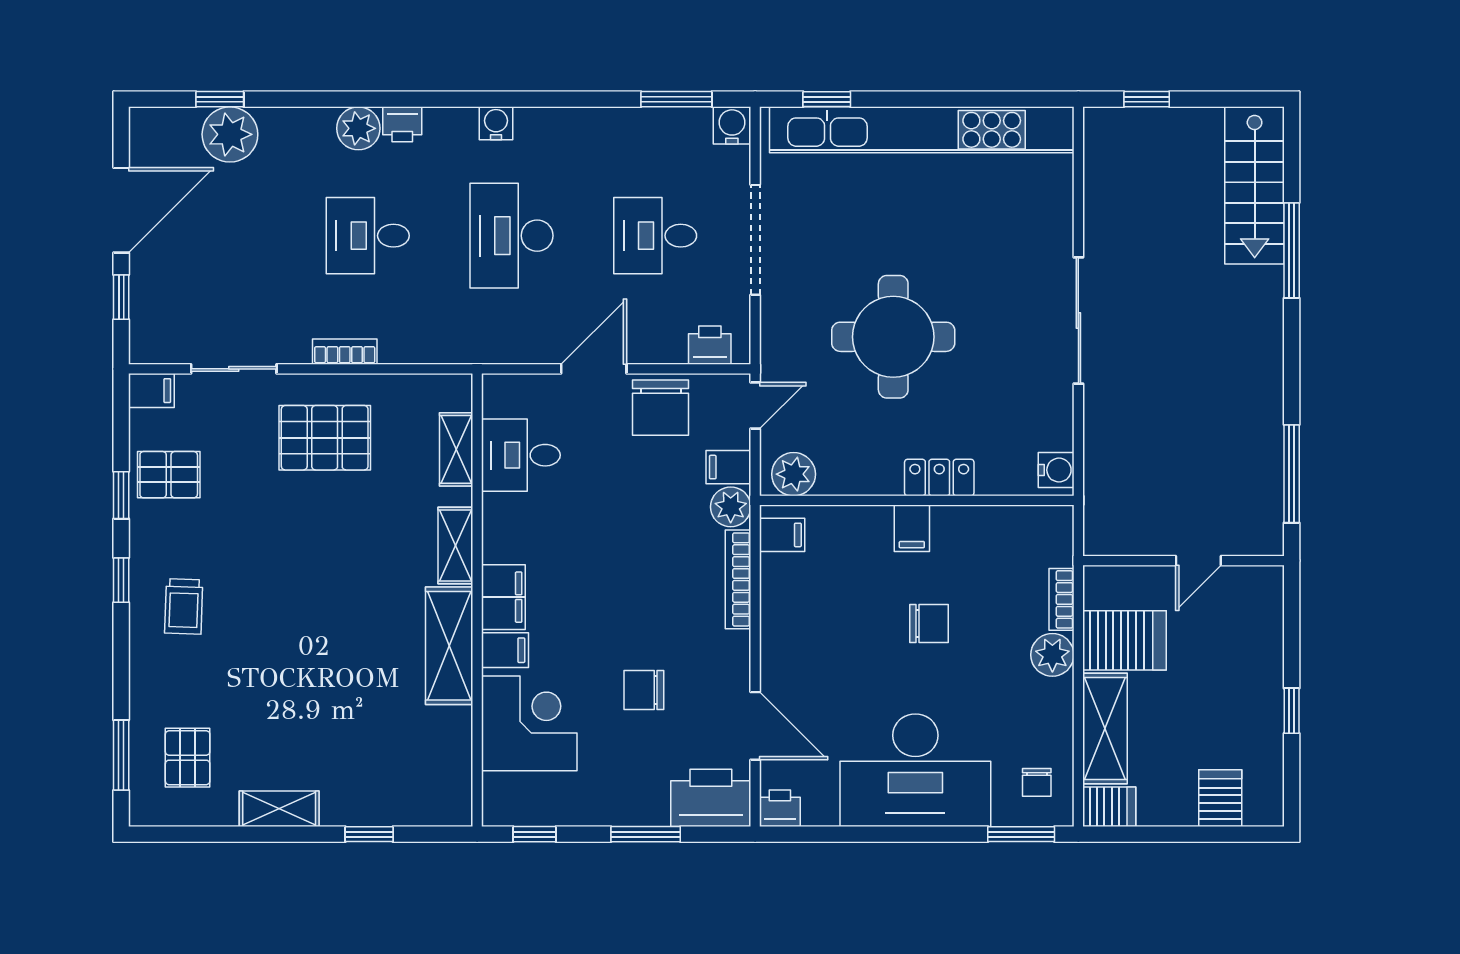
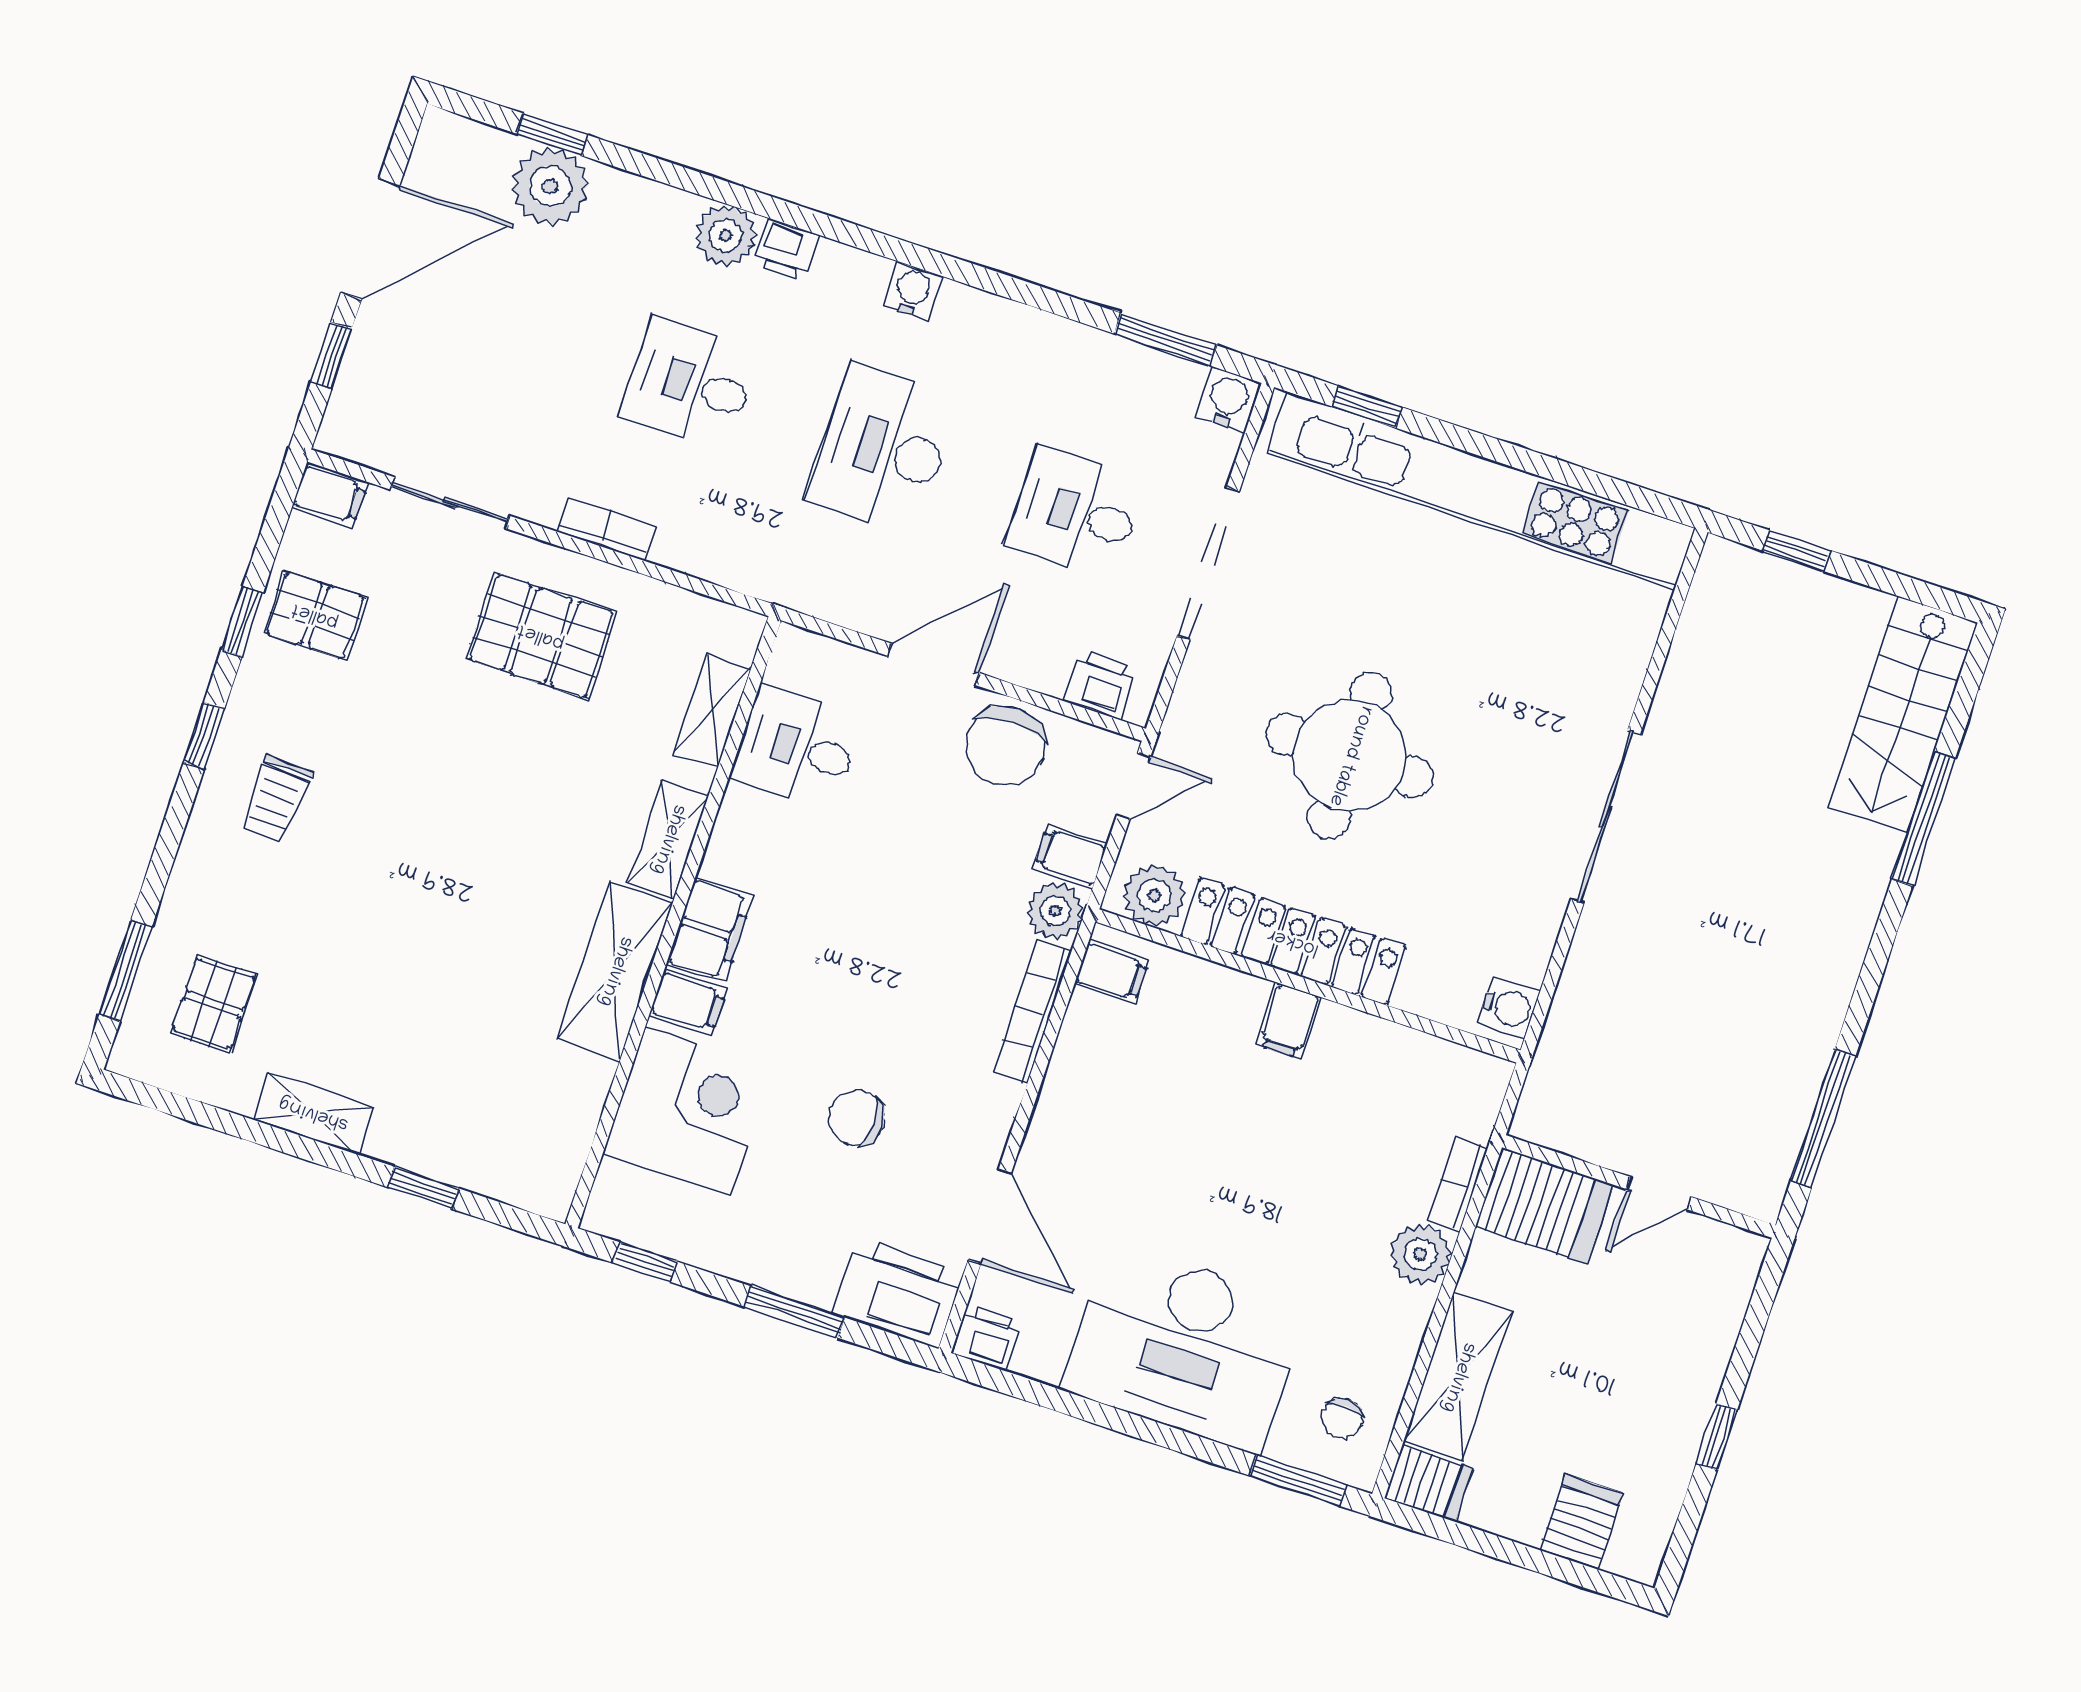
locker: (939, 478) -> (1293, 941), width x2.16, depth x1.21
chair: (929, 624) -> (1269, 1157), removed
server rack: (1125, 640) -> (1544, 1206), moved

